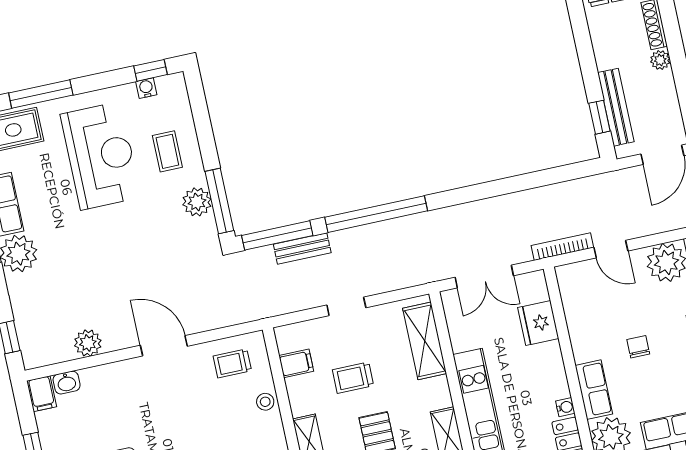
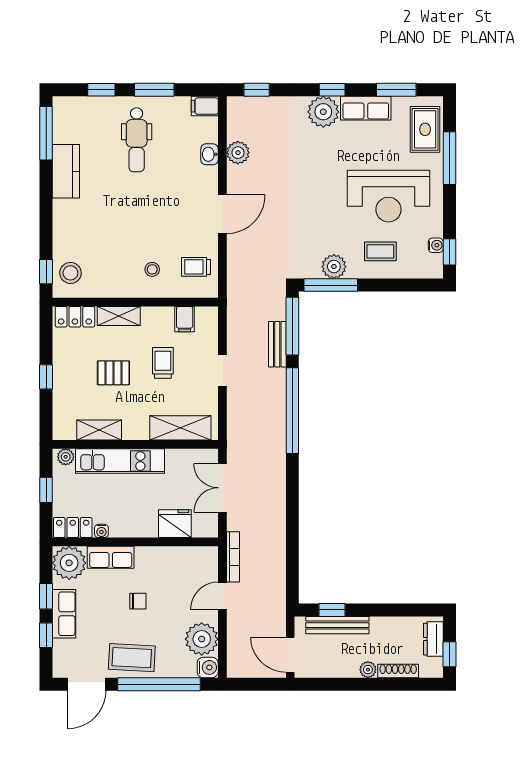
trolley: (232, 363) -> (196, 267), turned -90
washbasin: (67, 383) -> (210, 154), moved
stool: (265, 402) -> (152, 269), moved

